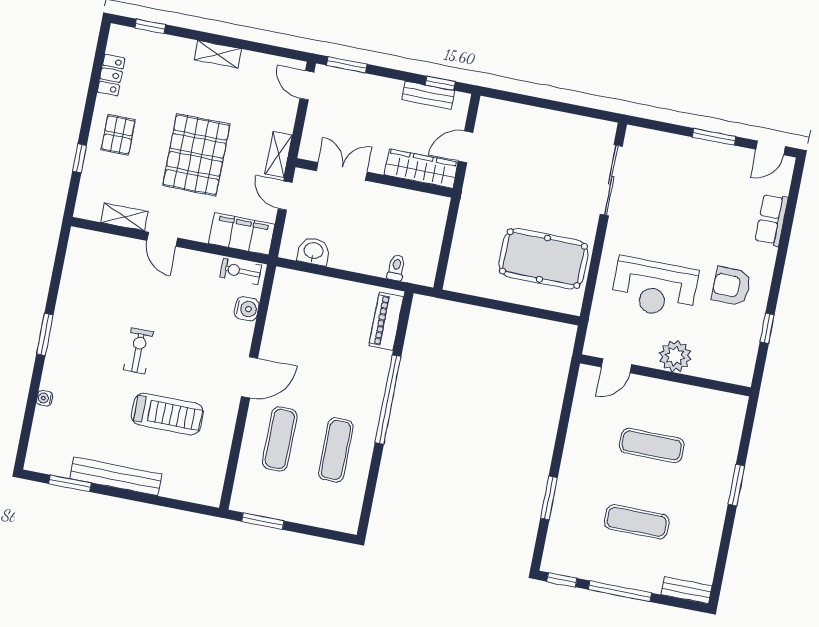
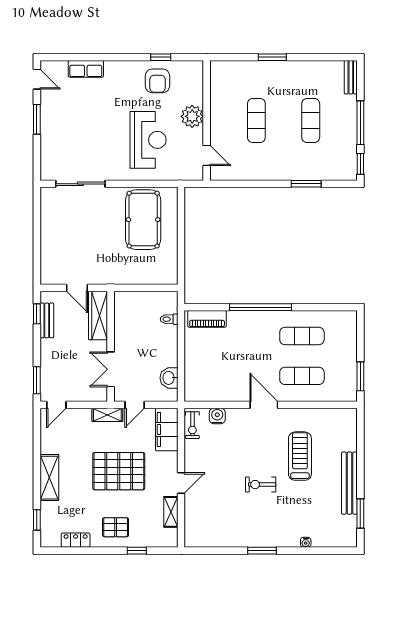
shelving: (218, 54) -> (49, 478), width x1.50, depth x1.33
armchair: (731, 286) -> (157, 81), moved

